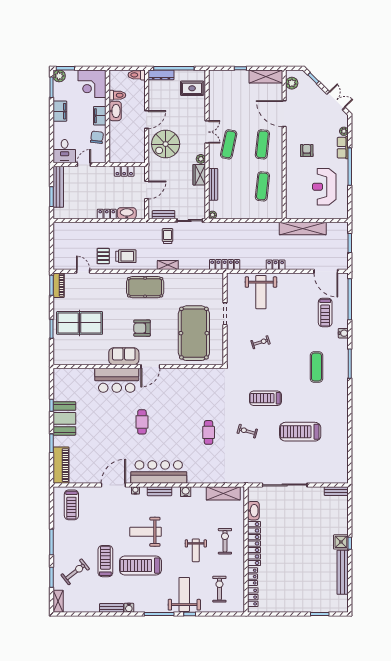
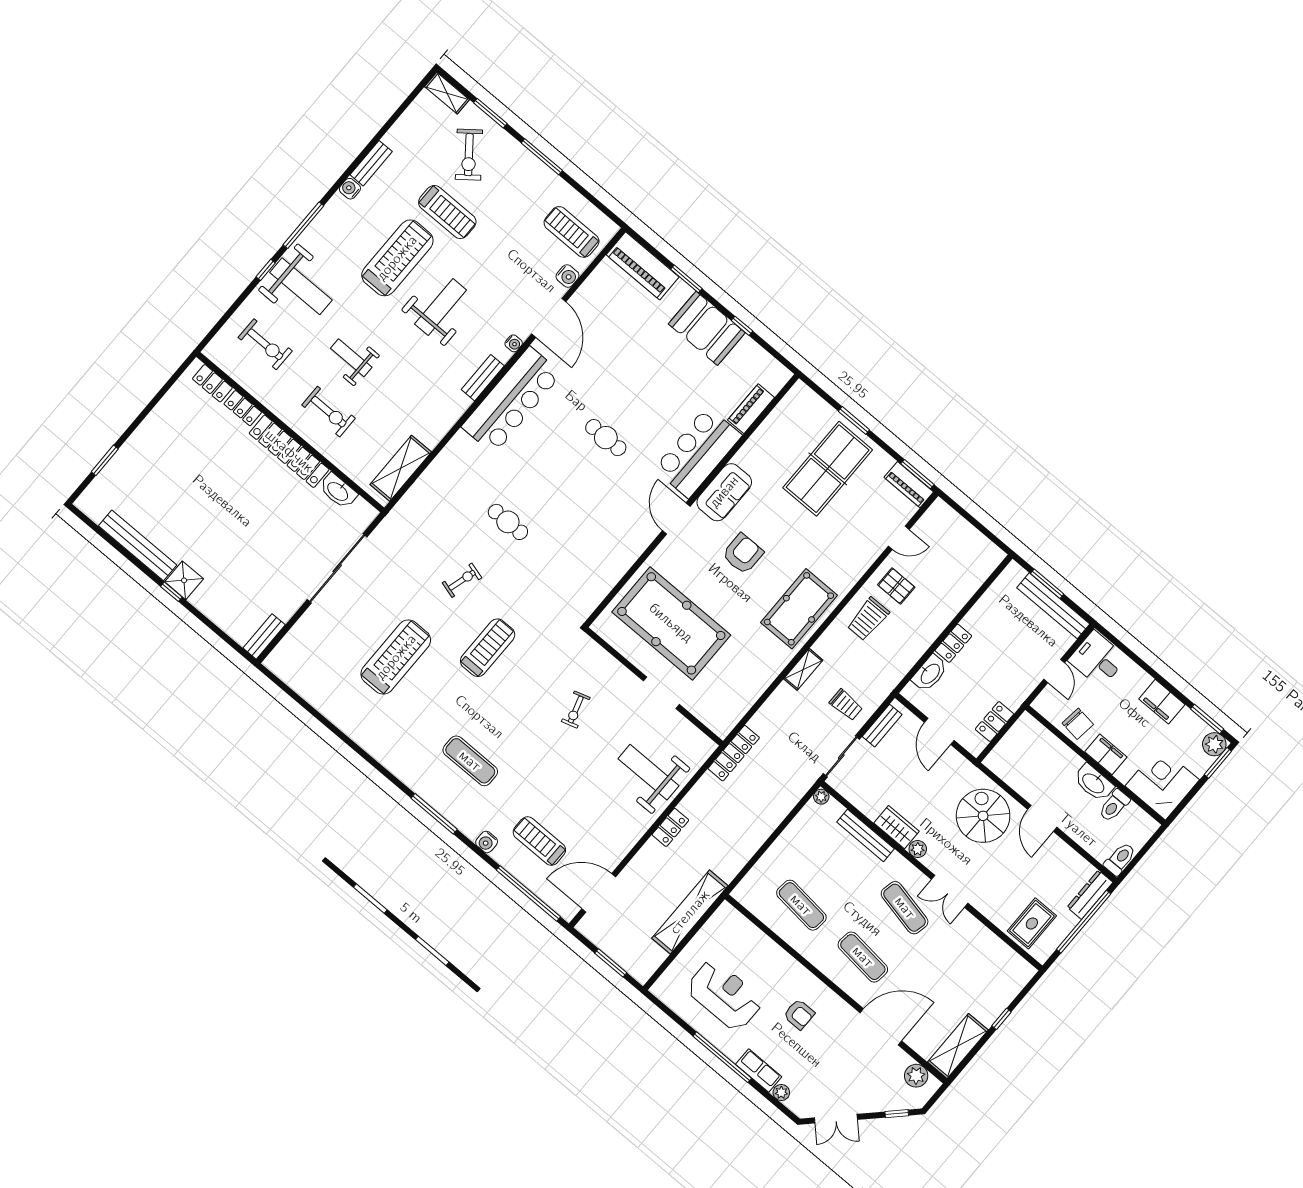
piano: (81, 374) -> (751, 409), added
water cooler: (186, 492) -> (567, 276), moved

